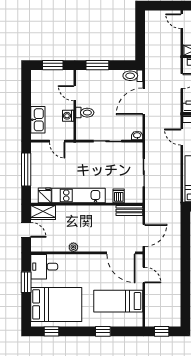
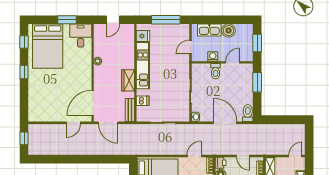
boiler: (38, 98) -> (228, 31), added
wardrobe: (43, 212) -> (128, 80), moved
bed: (118, 301) -> (51, 100), removed
window: (103, 331) -> (24, 72), moved

